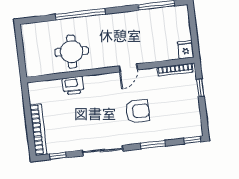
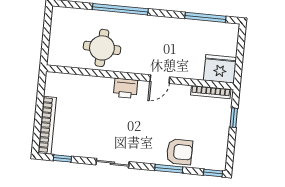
fridge: (186, 50) -> (220, 69), width x1.88, depth x1.34
printer: (73, 86) -> (126, 88), moved
armchair: (138, 111) -> (179, 152), moved
sliding door: (103, 151) -> (112, 163), width x0.73

